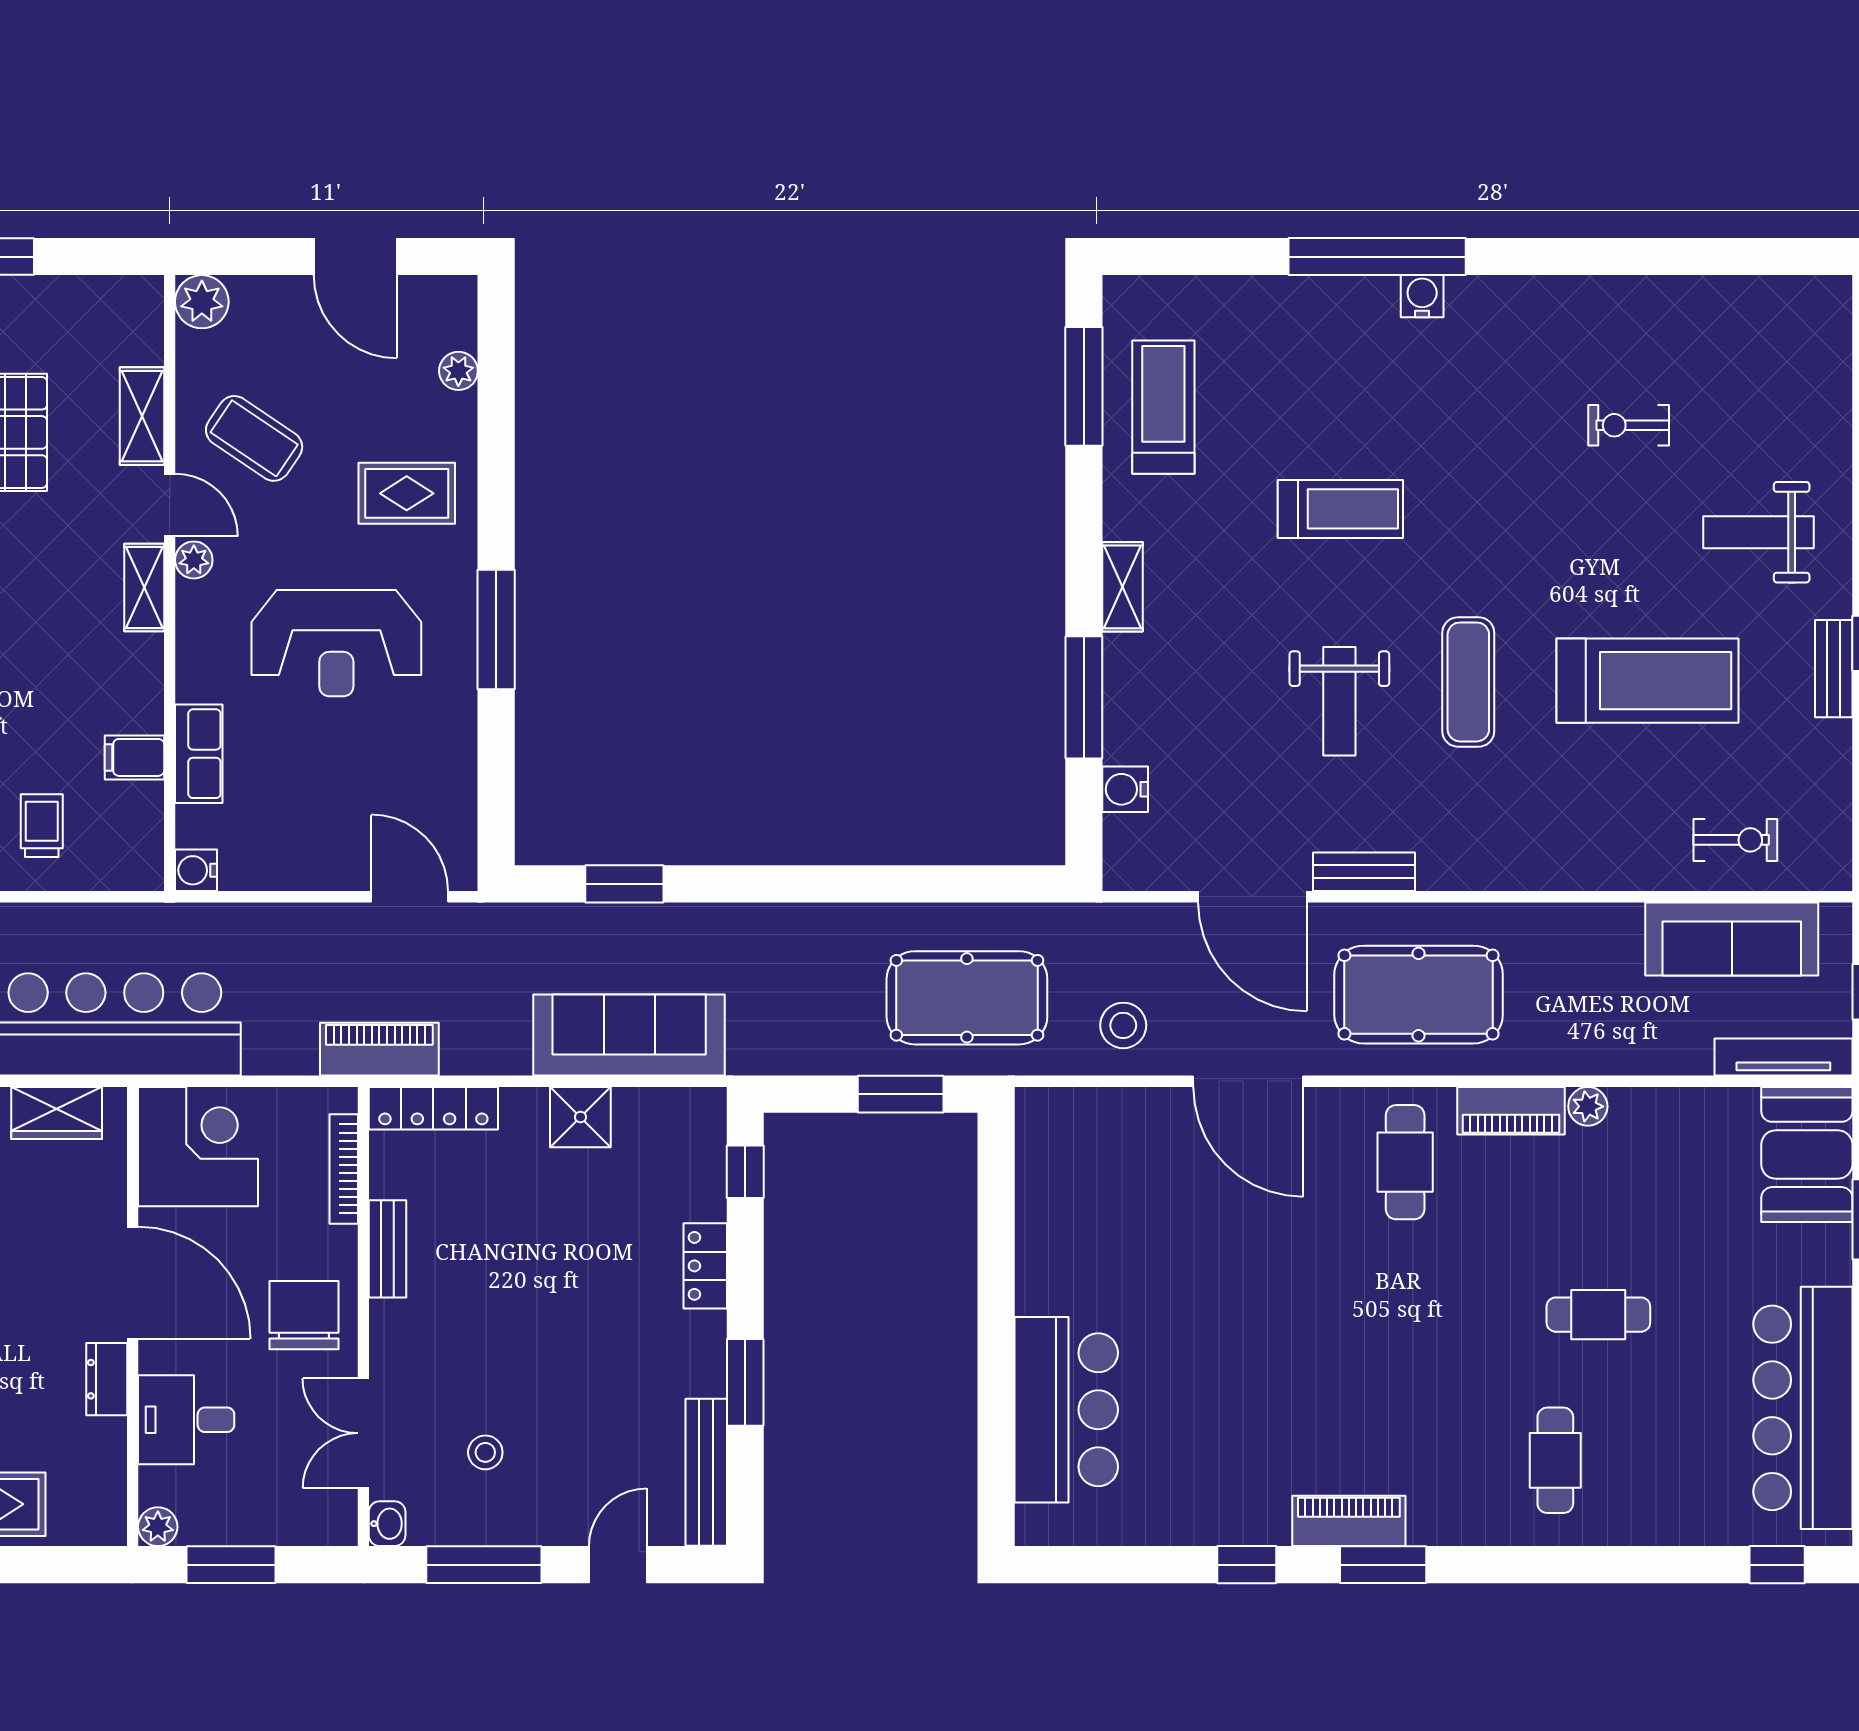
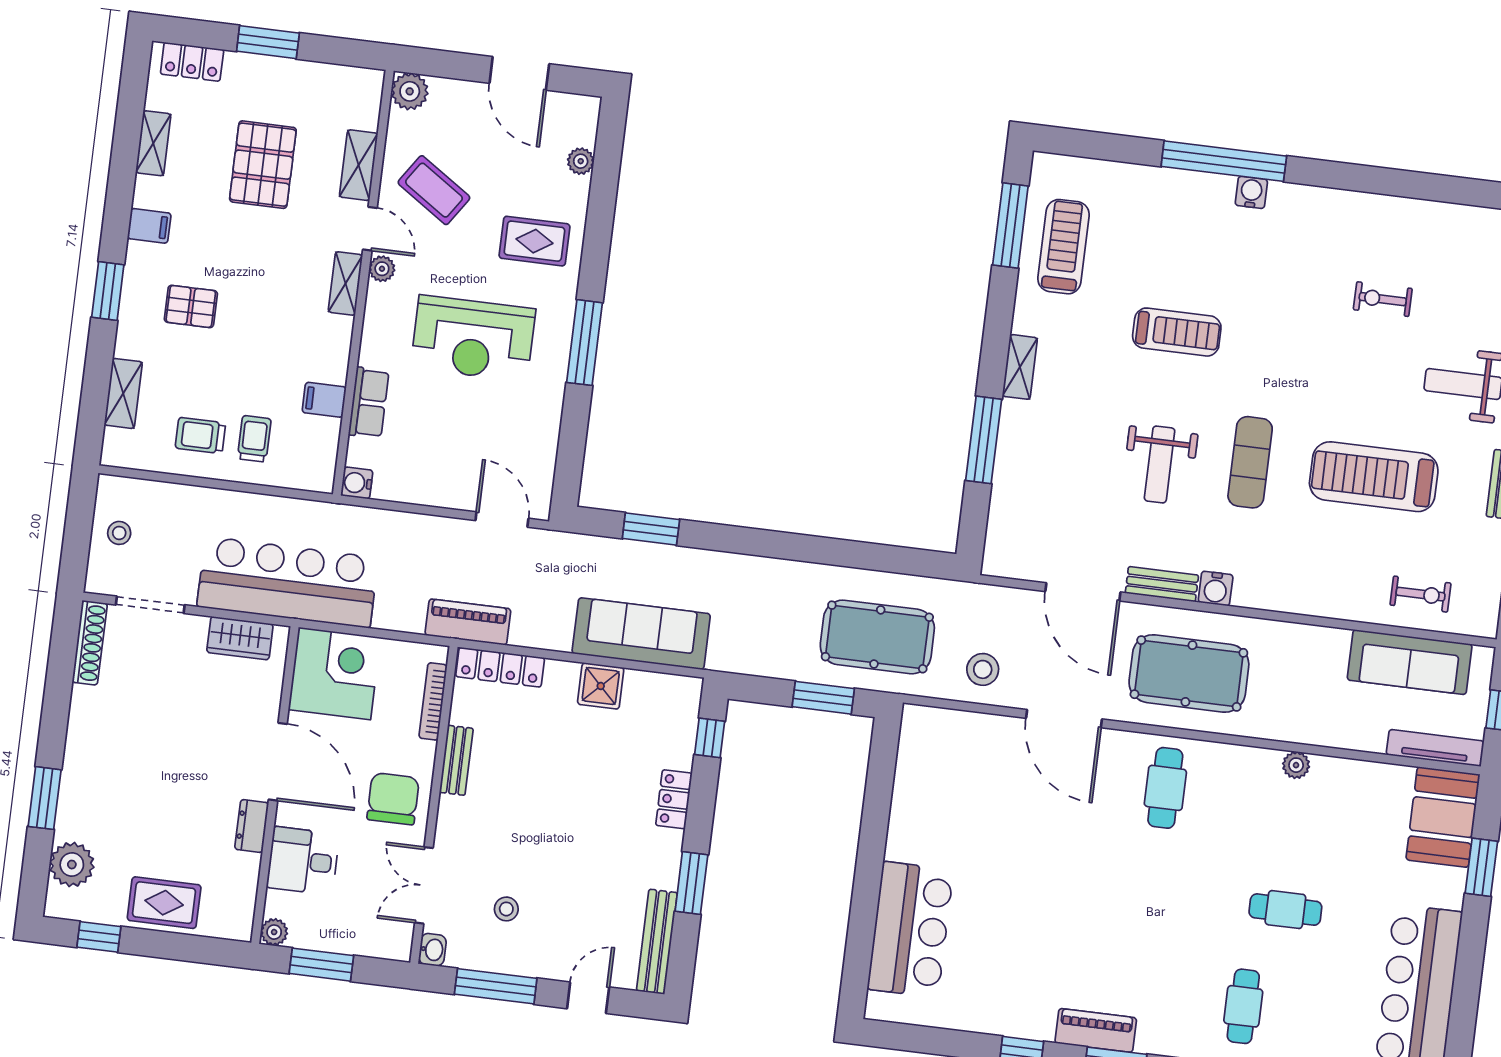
treadmill: (1648, 681) -> (1374, 477), turned 180
water cooler: (1125, 789) -> (1216, 589), moved, turned -90
piano: (1511, 1111) -> (1243, 762), removed

